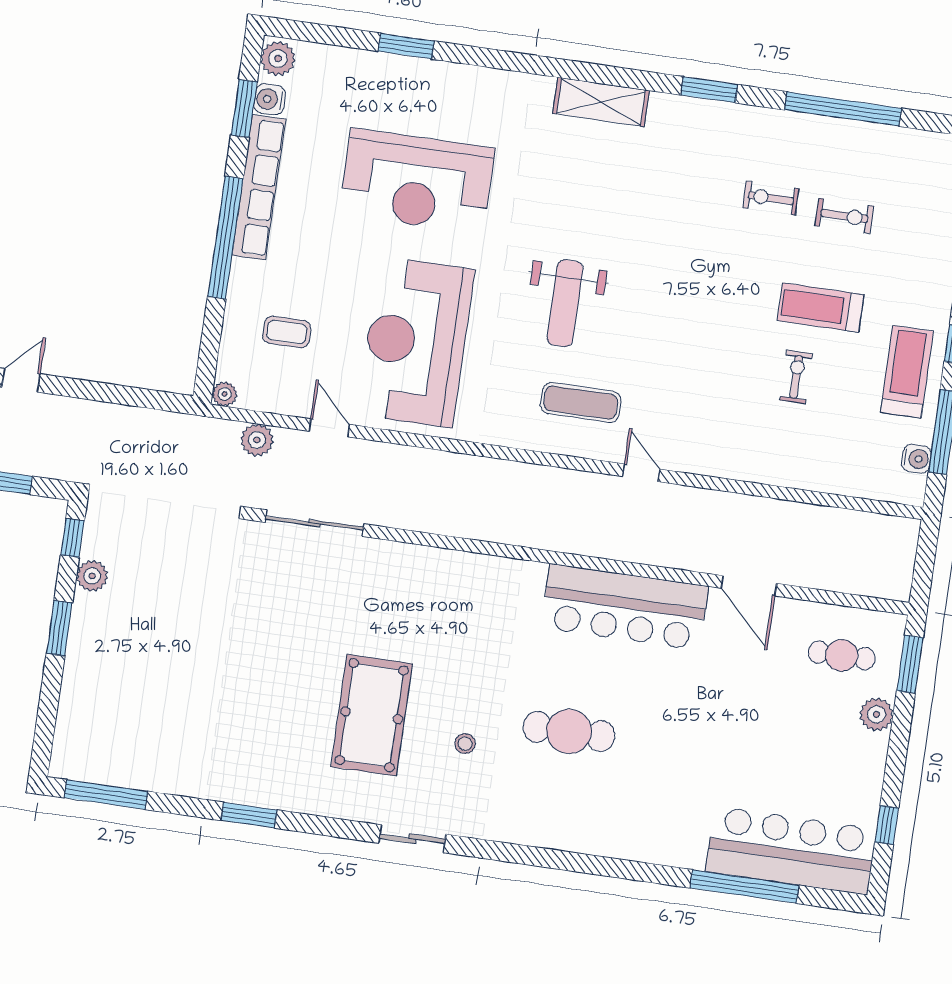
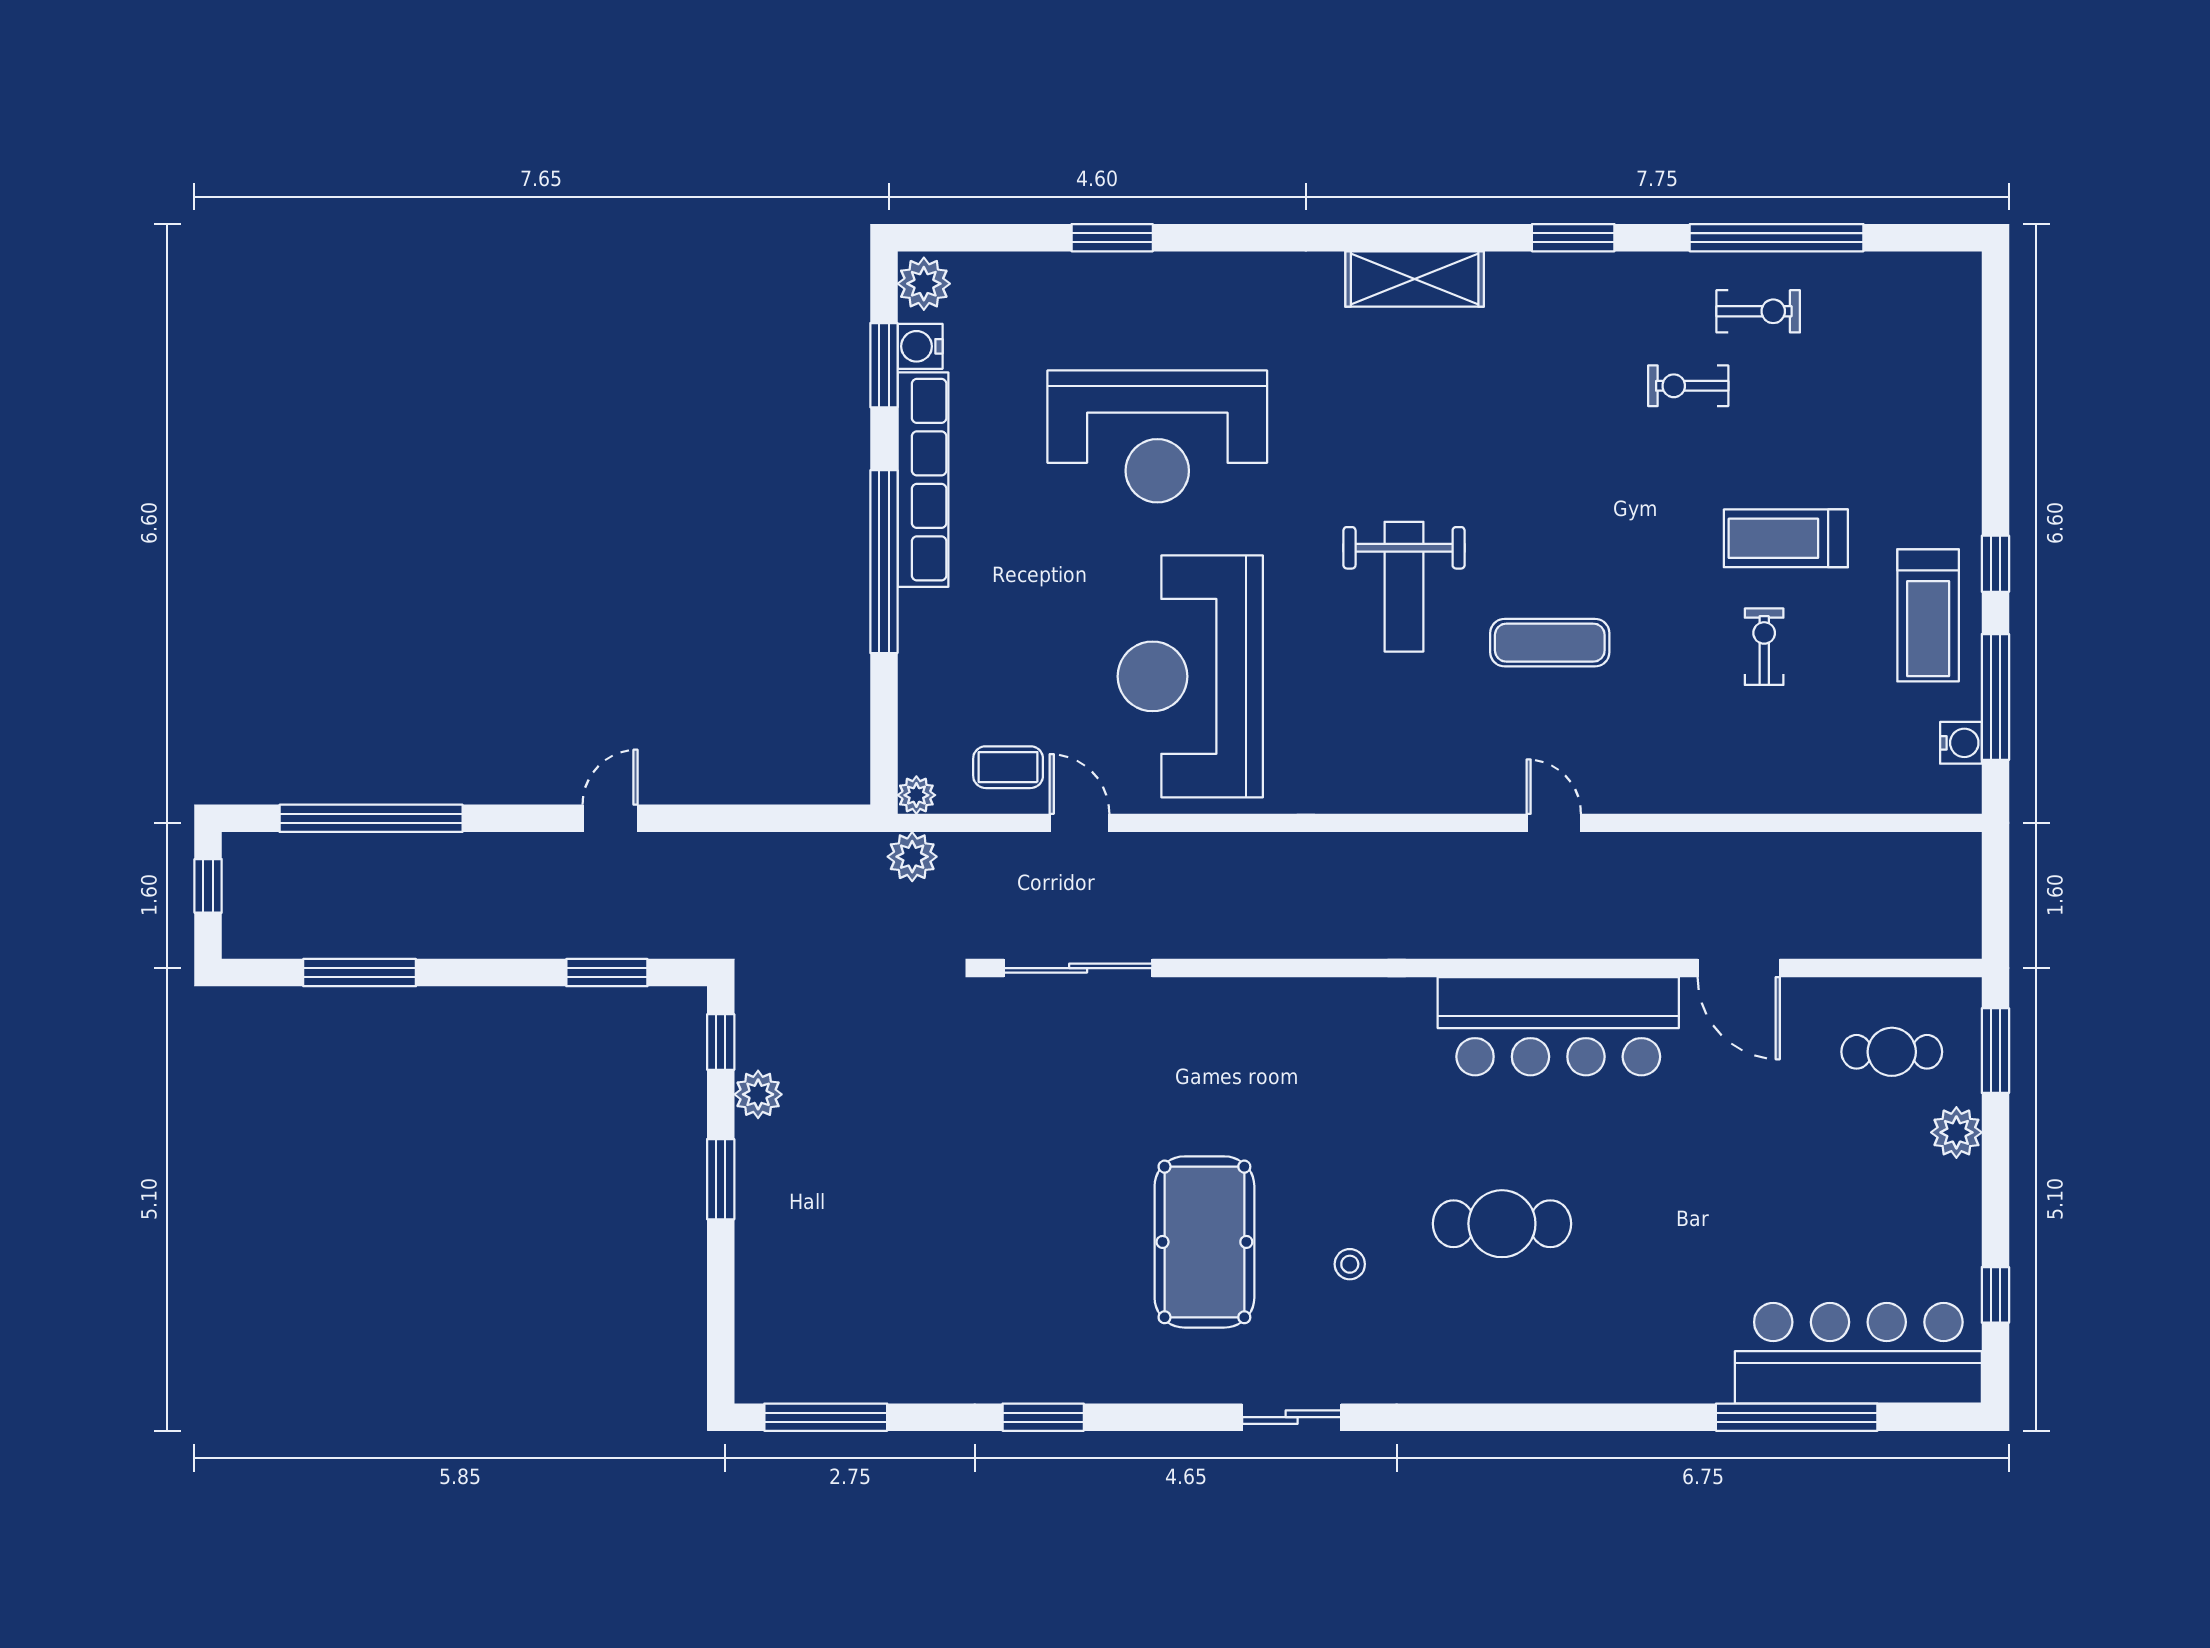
exercise bike: (844, 216) -> (1758, 311), moved
coffee table: (287, 332) -> (1008, 767), moved
treadmill: (907, 372) -> (1928, 615), turned 180
exercise mat: (581, 403) -> (1550, 643), moved
plant: (257, 440) -> (912, 857), moved

